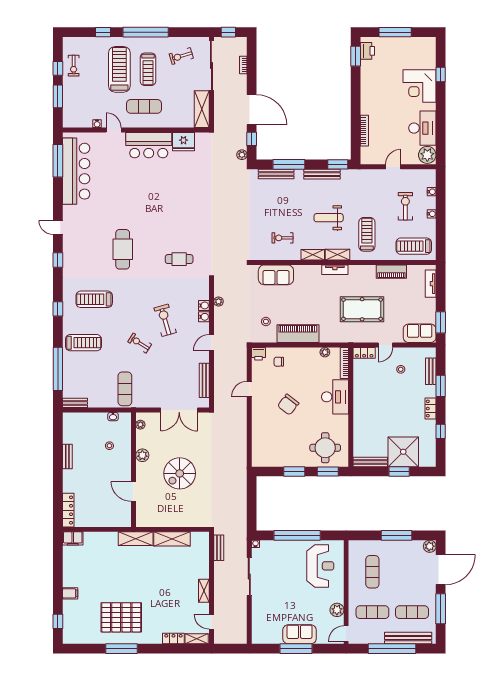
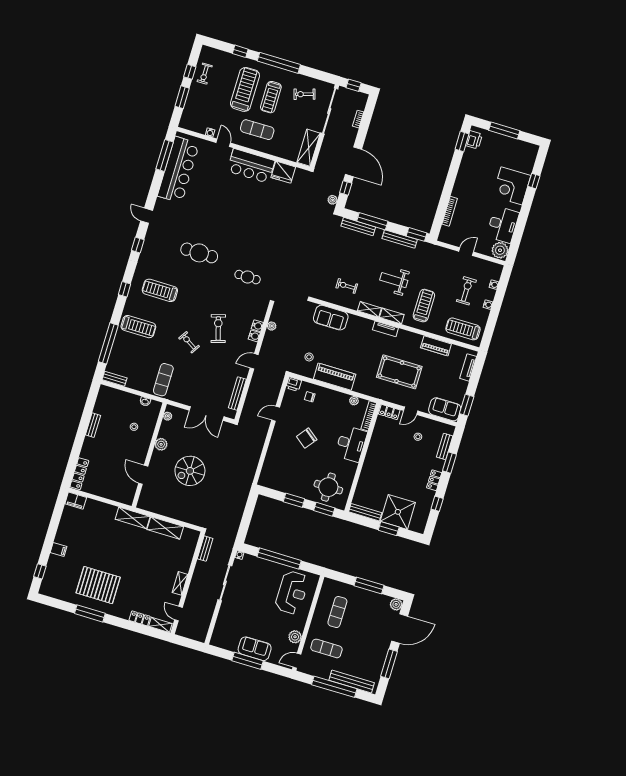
cafe table: (123, 249) -> (199, 253), turned 90
exercise mat: (412, 612) -> (362, 659), removed

